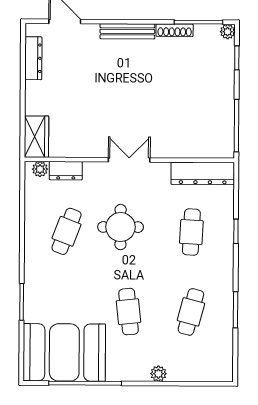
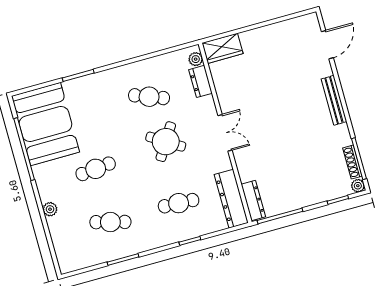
shoe rack: (175, 30) -> (352, 162), moved
dresser: (33, 58) -> (253, 201), moved, turned -90
round table: (121, 227) -> (166, 142), turned 32

